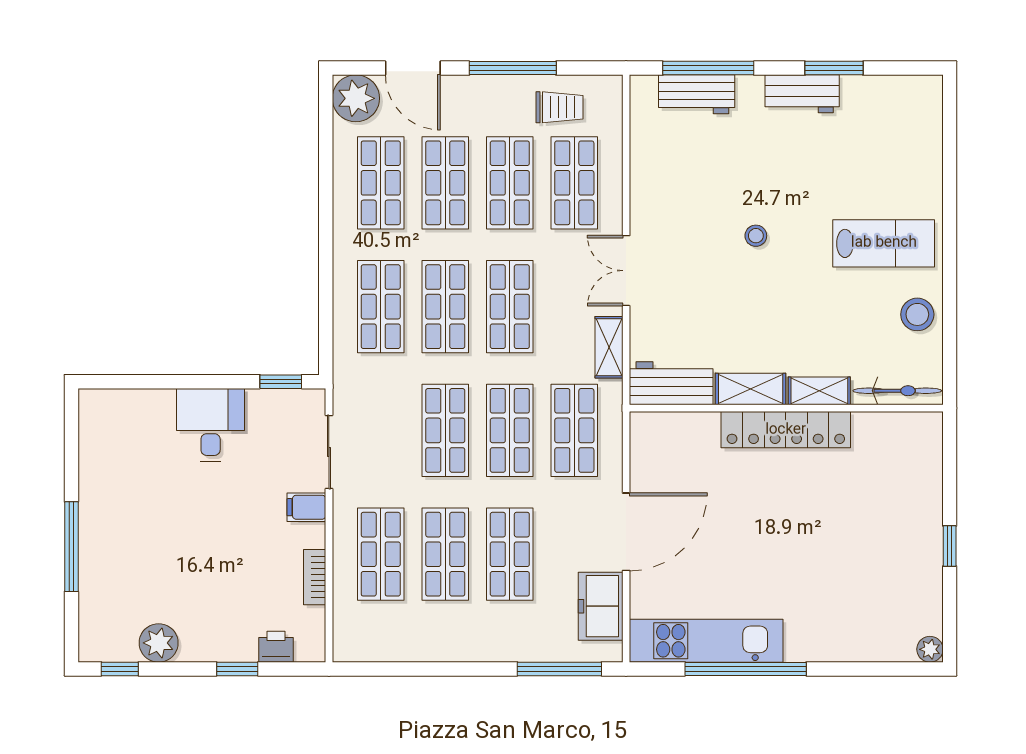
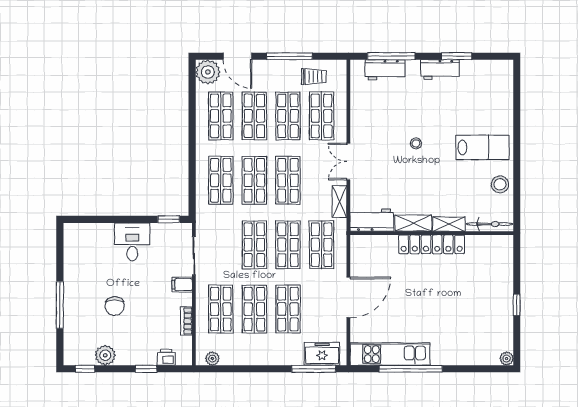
chair: (177, 548) -> (115, 306), added
freezer: (601, 606) -> (322, 354), moved, turned 90
plant: (365, 649) -> (212, 359), added

